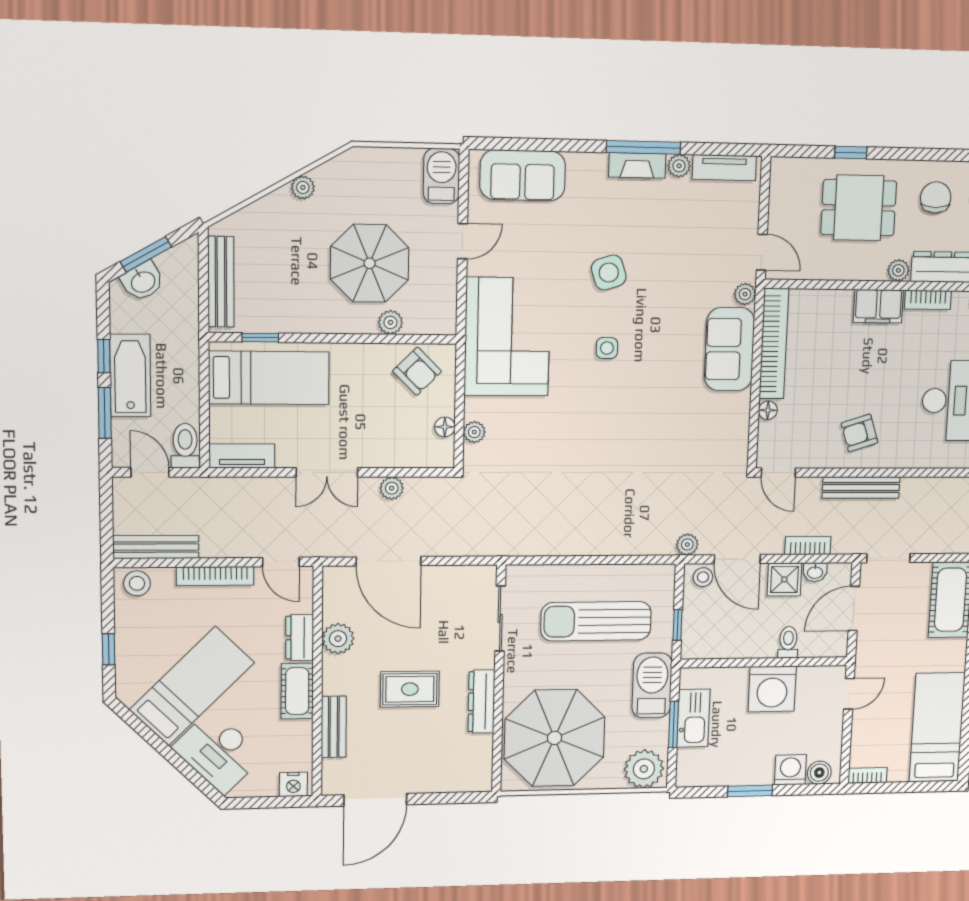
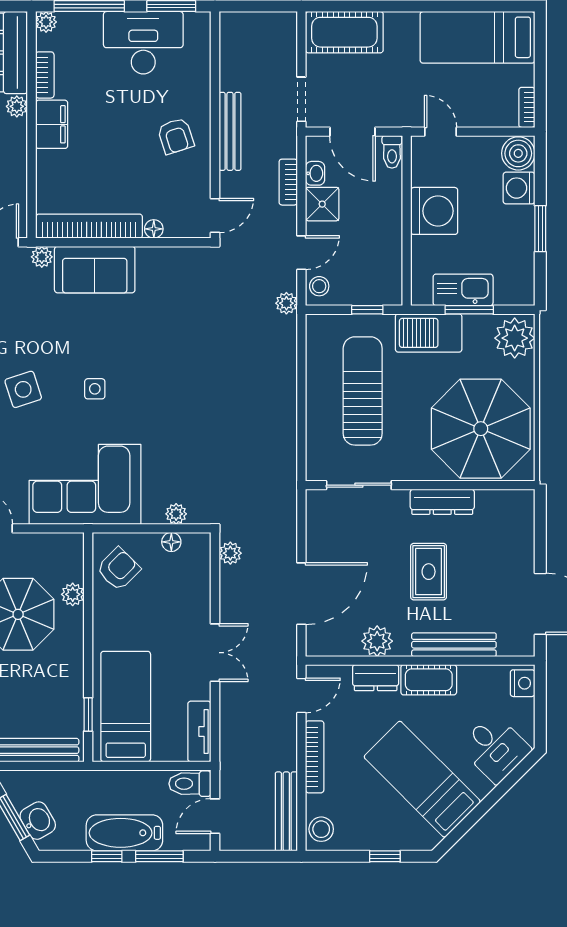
plant: (392, 488) -> (230, 553), moved
door: (737, 559) -> (301, 253), width x0.73
sun lounger: (596, 621) -> (363, 391), turned 180
toilet: (788, 642) -> (392, 152), moved, turned -90
bench: (334, 727) -> (454, 645), width x1.36
desk: (218, 752) -> (495, 748), width x0.73
boiler: (819, 773) -> (518, 153), width x1.36, depth x1.36

